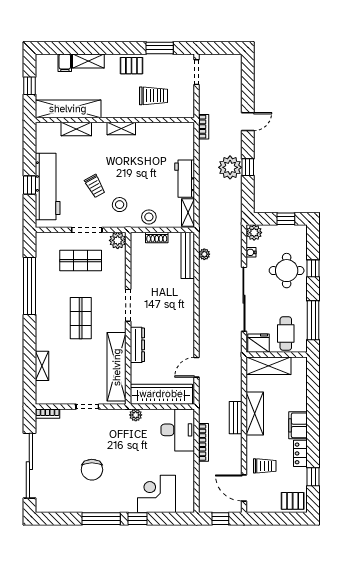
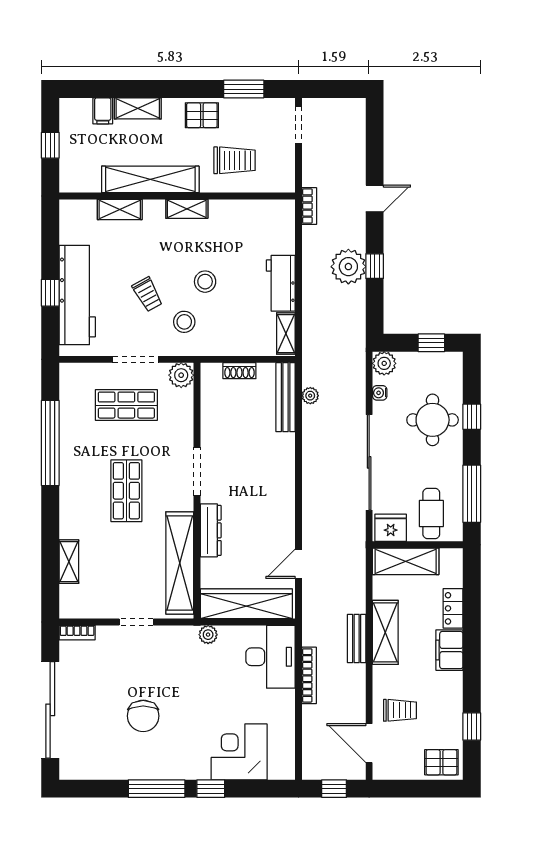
shelving: (68, 109) -> (150, 179), moved
stool: (149, 217) -> (205, 282), moved
locker: (300, 453) -> (453, 608), moved

